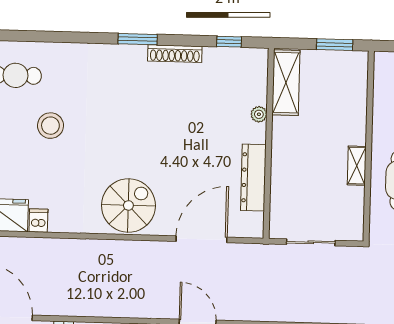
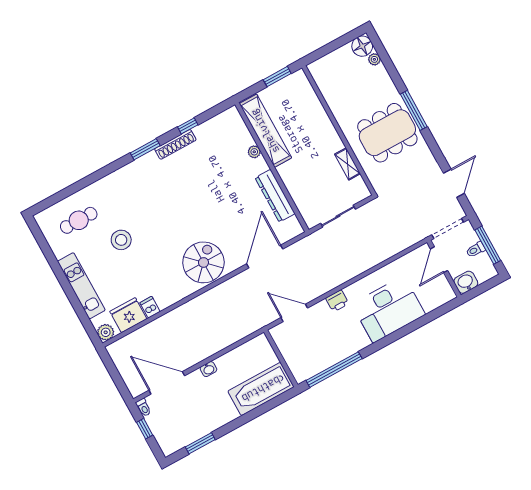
window: (229, 42) -> (188, 126), moved
shelving: (286, 83) -> (265, 131), width x1.47
shelving: (357, 166) -> (347, 164), moved

